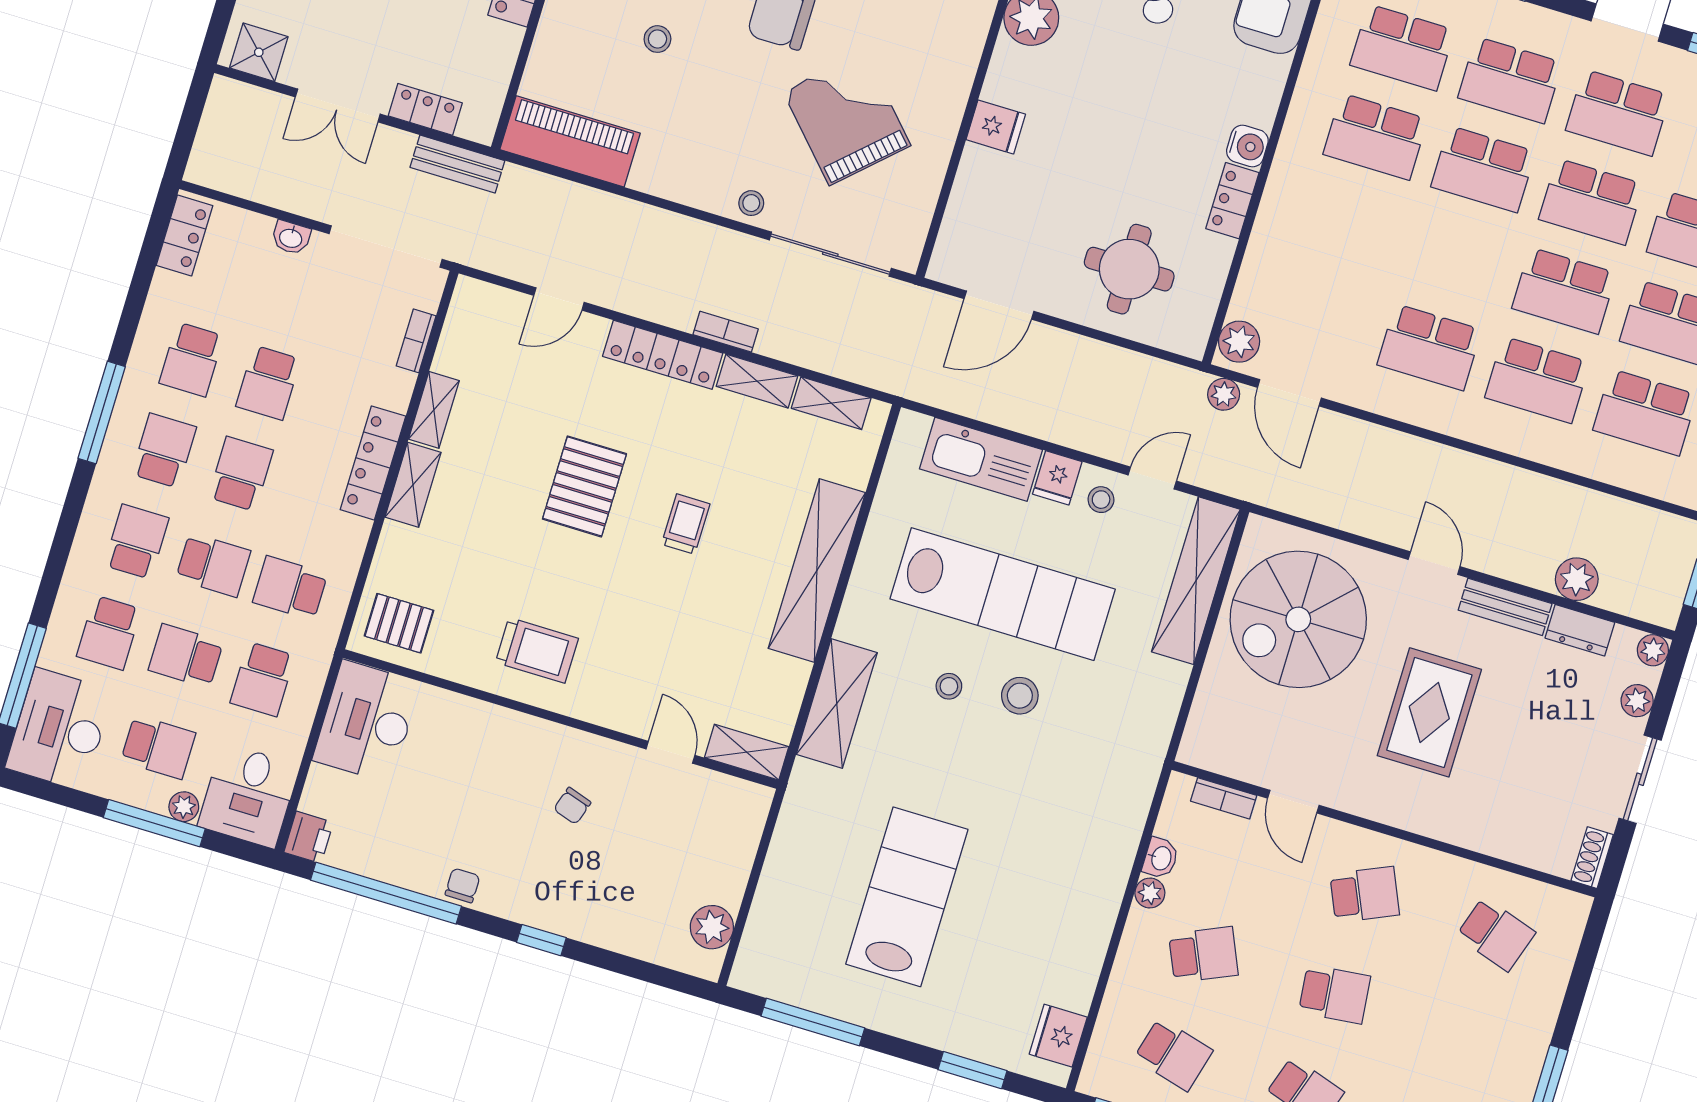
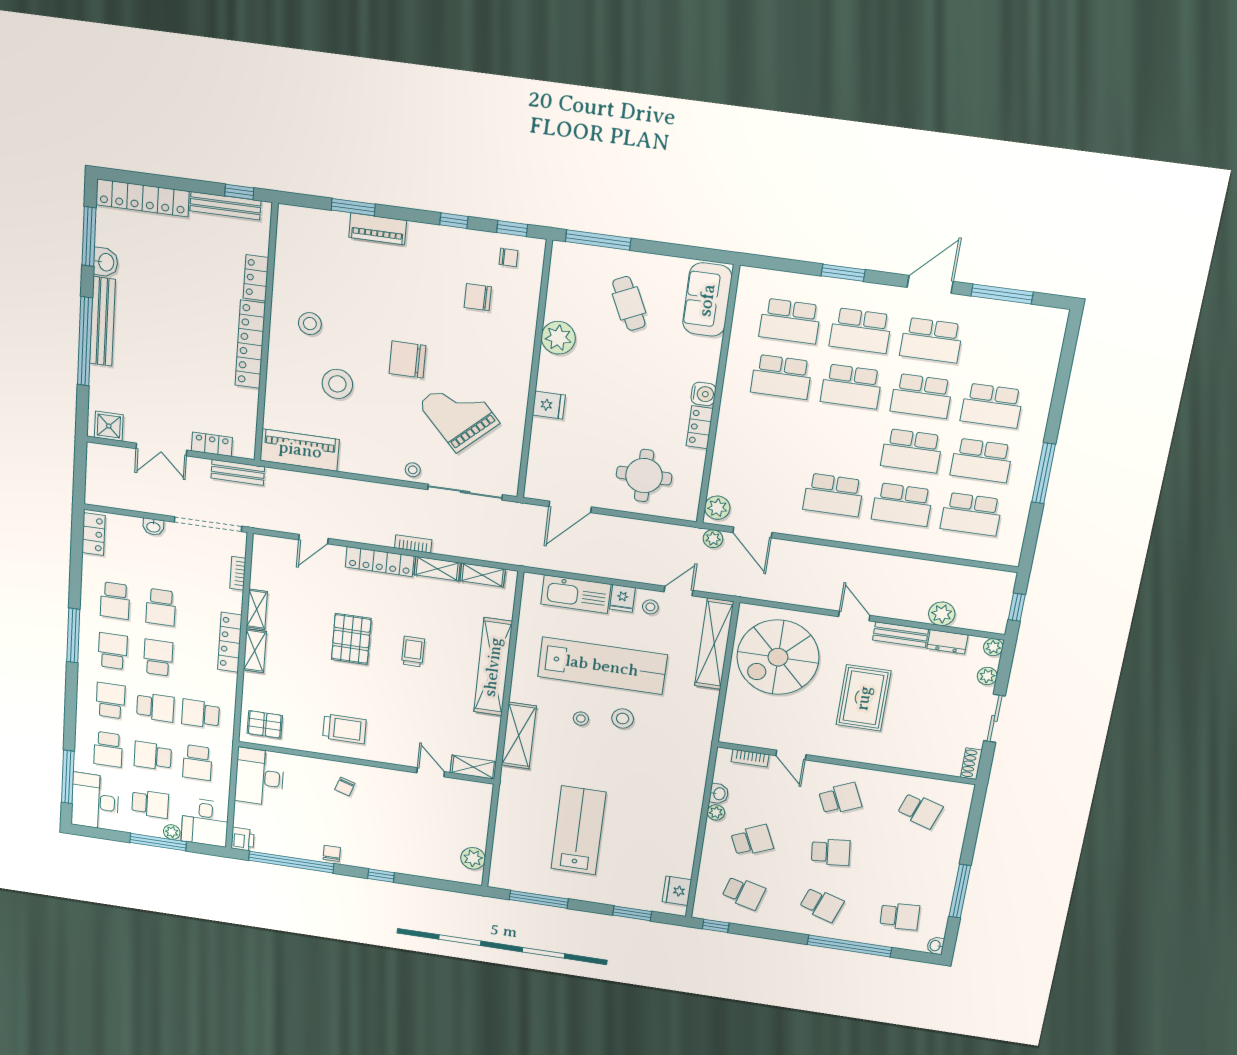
stool: (657, 39) -> (337, 384), width x1.89, depth x1.89
chair: (572, 806) -> (345, 787), moved

